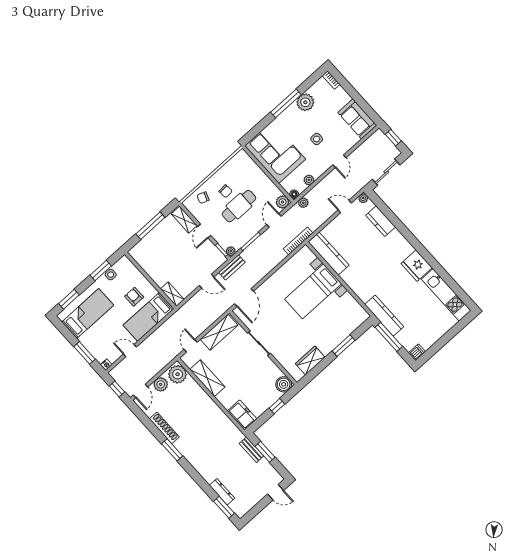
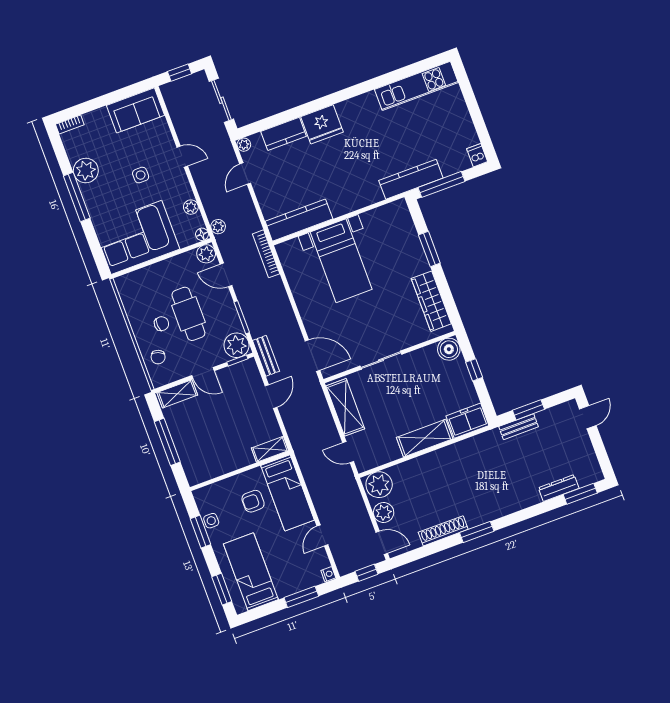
plant: (231, 251) -> (236, 345), width x1.88, depth x1.88
fridge: (417, 266) -> (322, 124), moved
wardrobe: (310, 360) -> (431, 301), width x1.50
shelving: (207, 378) -> (425, 438), moved

